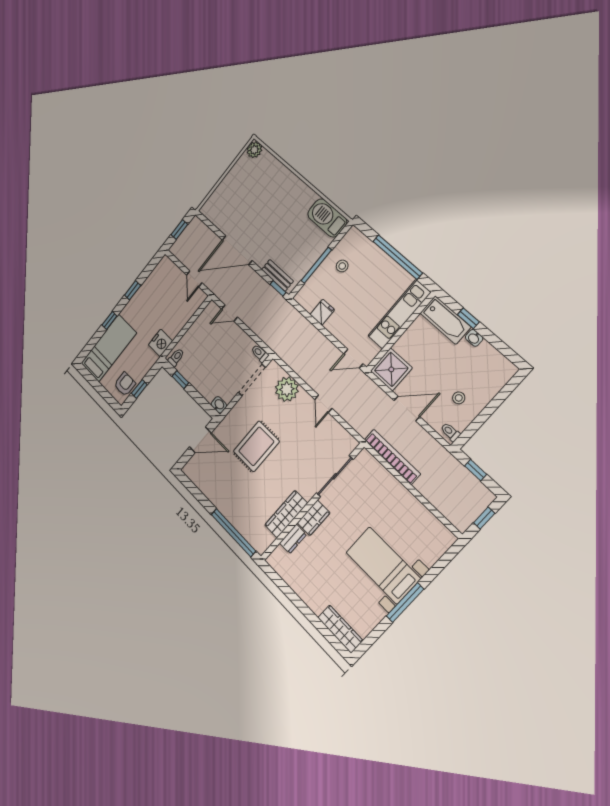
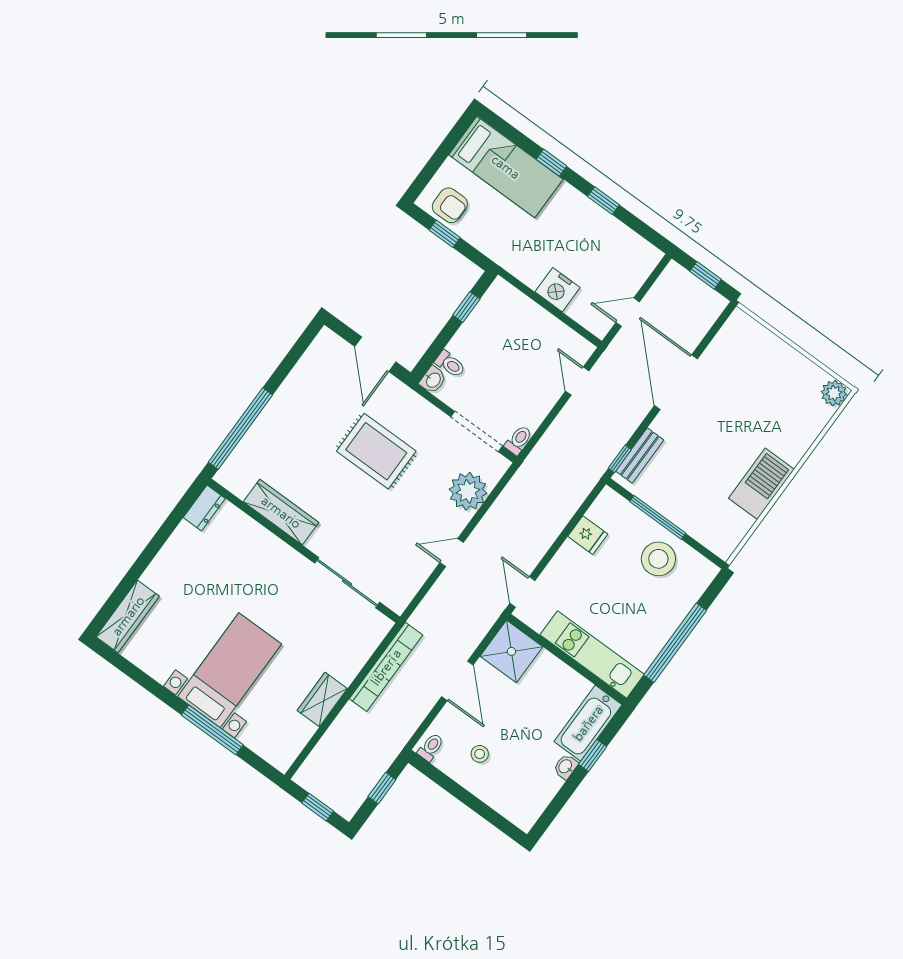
barbecue: (327, 218) -> (761, 484), moved
stool: (342, 266) -> (658, 559), width x1.89, depth x1.89
nightstand: (160, 343) -> (557, 290), moved
toilet: (176, 357) -> (450, 364), moved
wardrobe: (314, 518) -> (322, 700), moved, turned 90
dresser: (293, 539) -> (204, 508), moved, turned -90
window: (405, 603) -> (212, 730), moved

